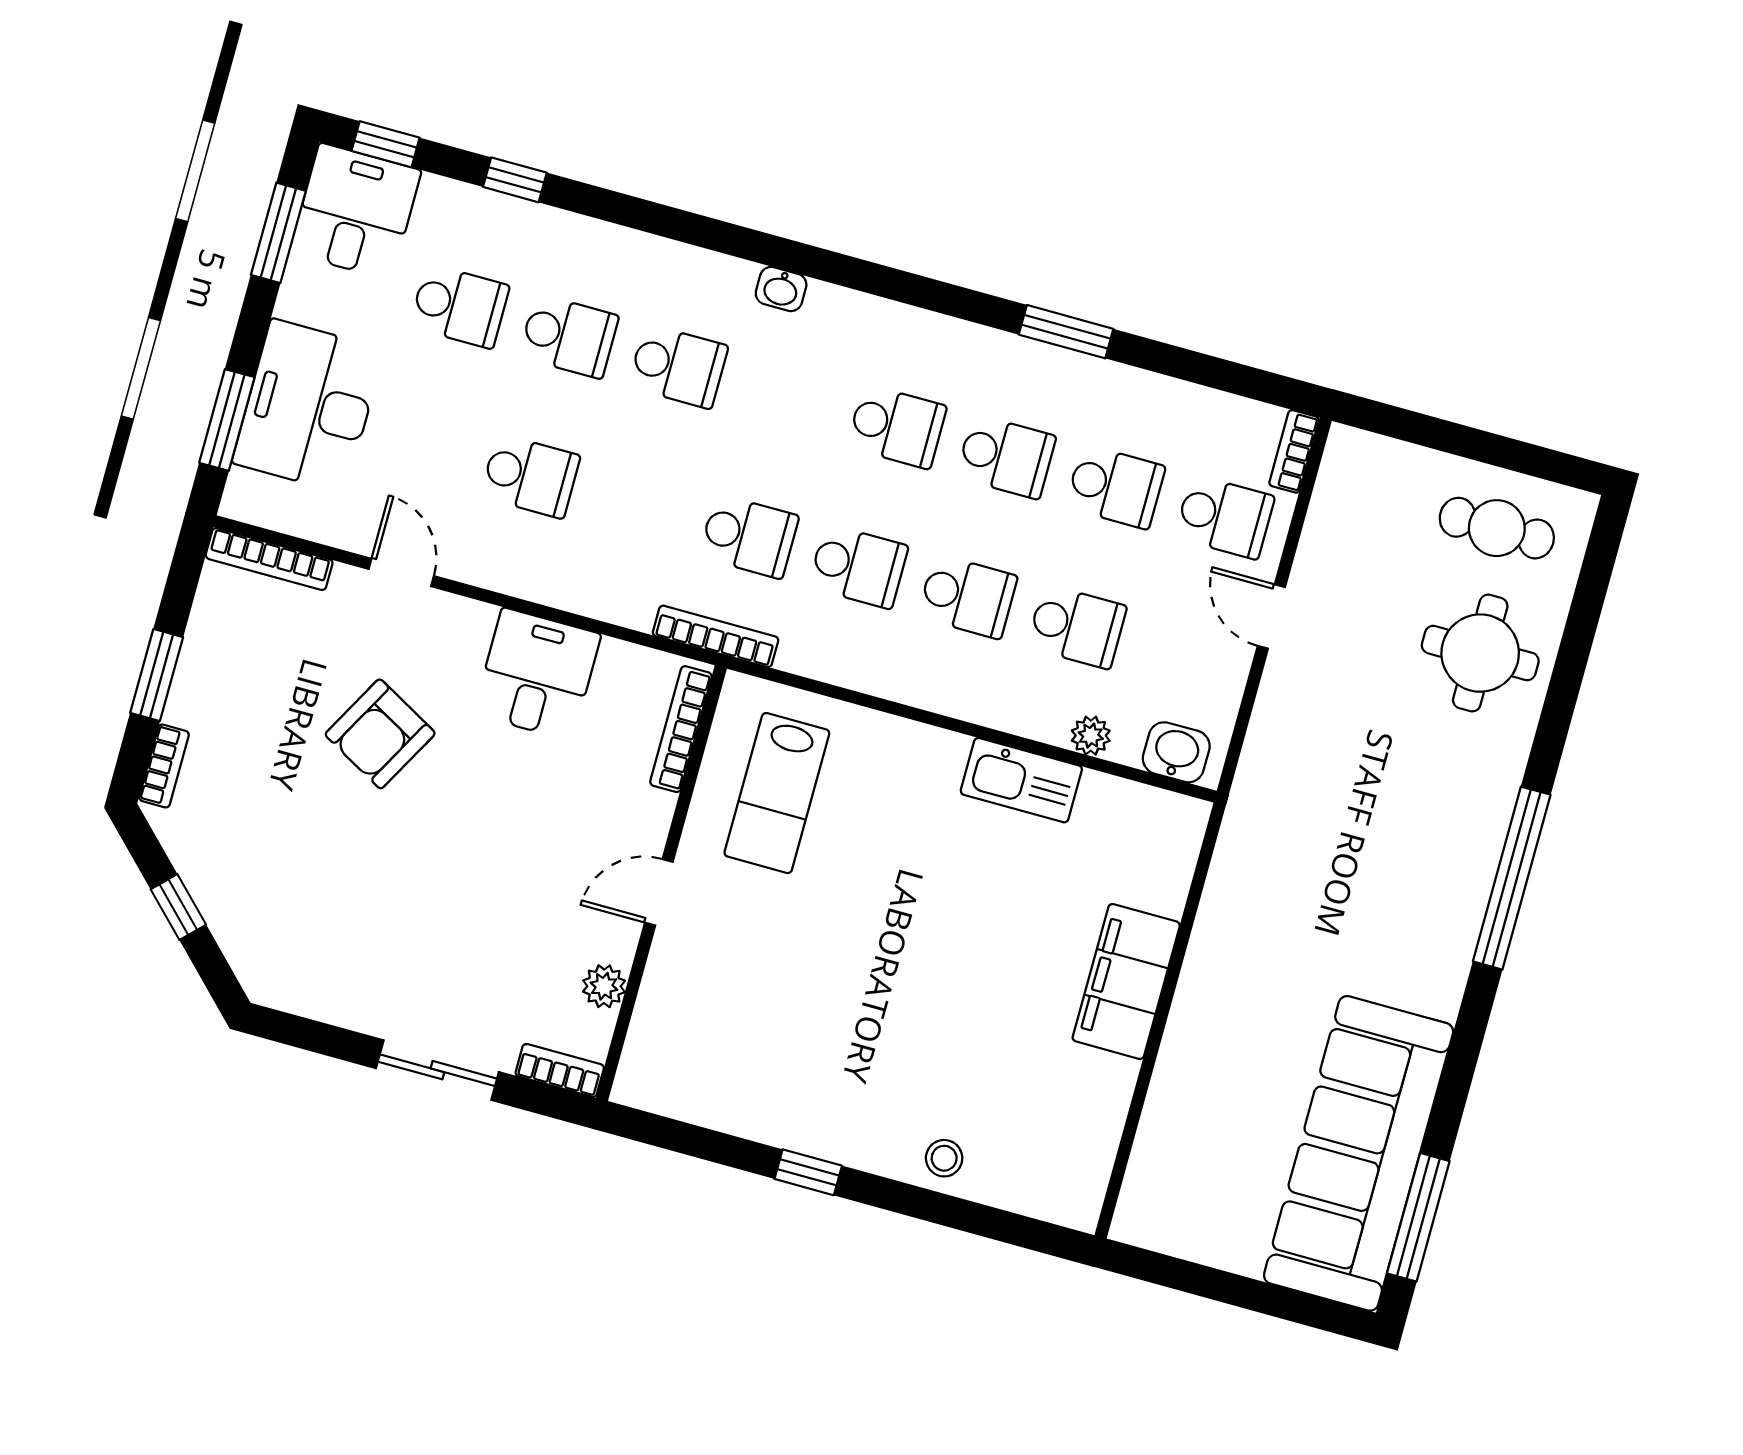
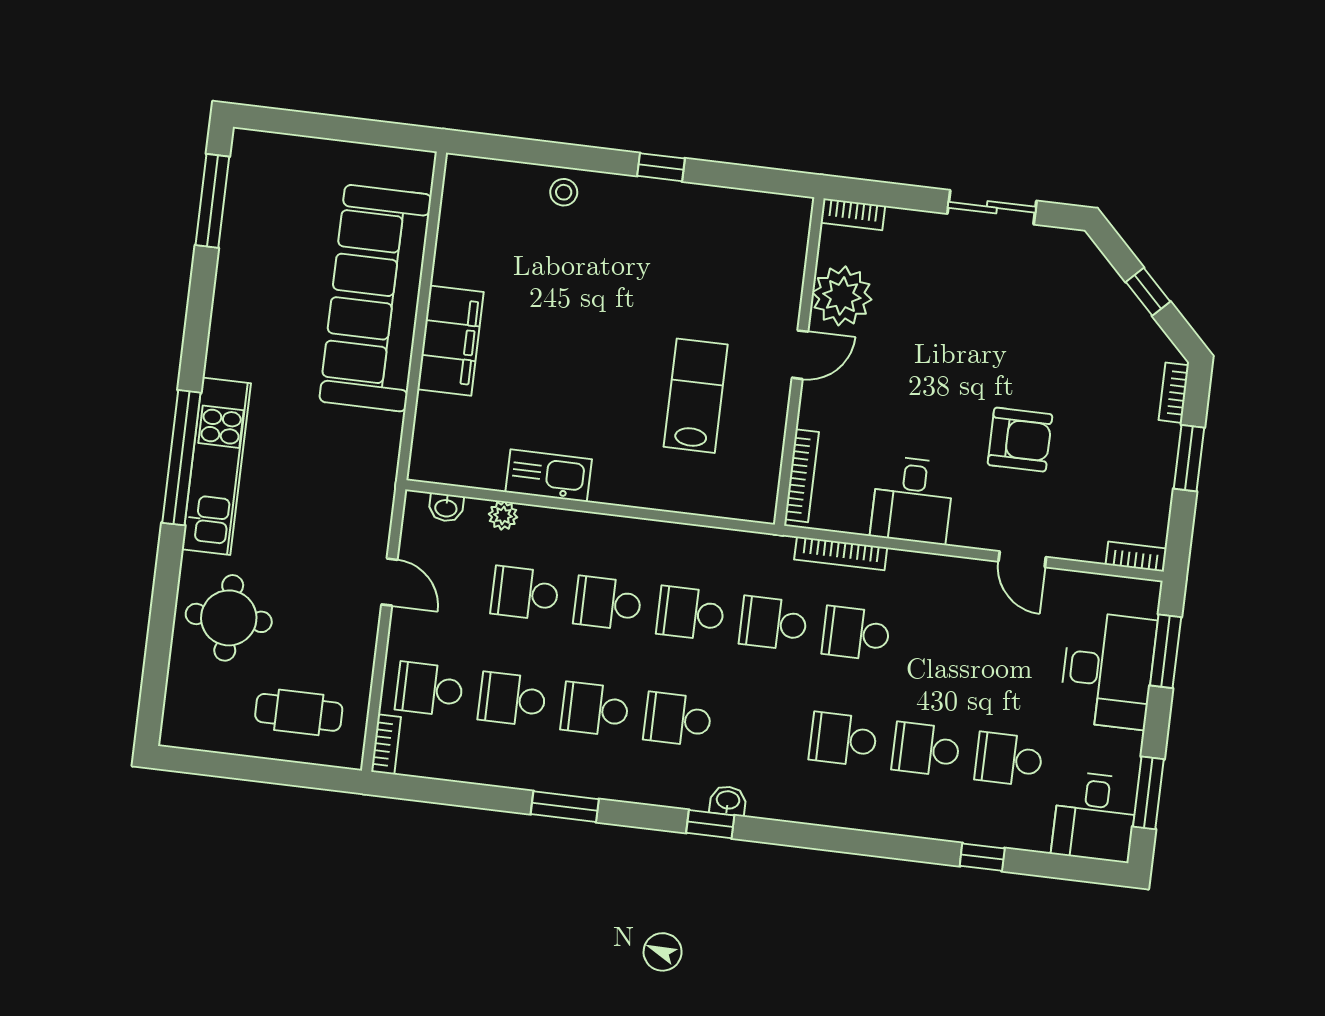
window: (386, 144) -> (710, 824), moved
washbasin: (781, 289) -> (728, 801), moved
school desk: (530, 476) -> (856, 633), moved
cafe table: (1497, 528) -> (299, 712), moved
bookcase: (269, 559) -> (1136, 557), width x0.64
door: (1271, 617) -> (389, 582), moved
bookcase: (716, 636) -> (841, 553), moved
armchair: (380, 734) -> (1020, 440), turned 61
washbasin: (1176, 752) -> (446, 508), width x0.72, depth x0.69
lab bench: (777, 793) -> (696, 396), moved
kitchen unit: (1466, 860) -> (216, 466), added
plant: (604, 986) -> (842, 296), width x1.87, depth x1.87
sliding door: (437, 1070) -> (992, 207), moved
sofa: (1359, 1153) -> (375, 298), moved, turned 180

